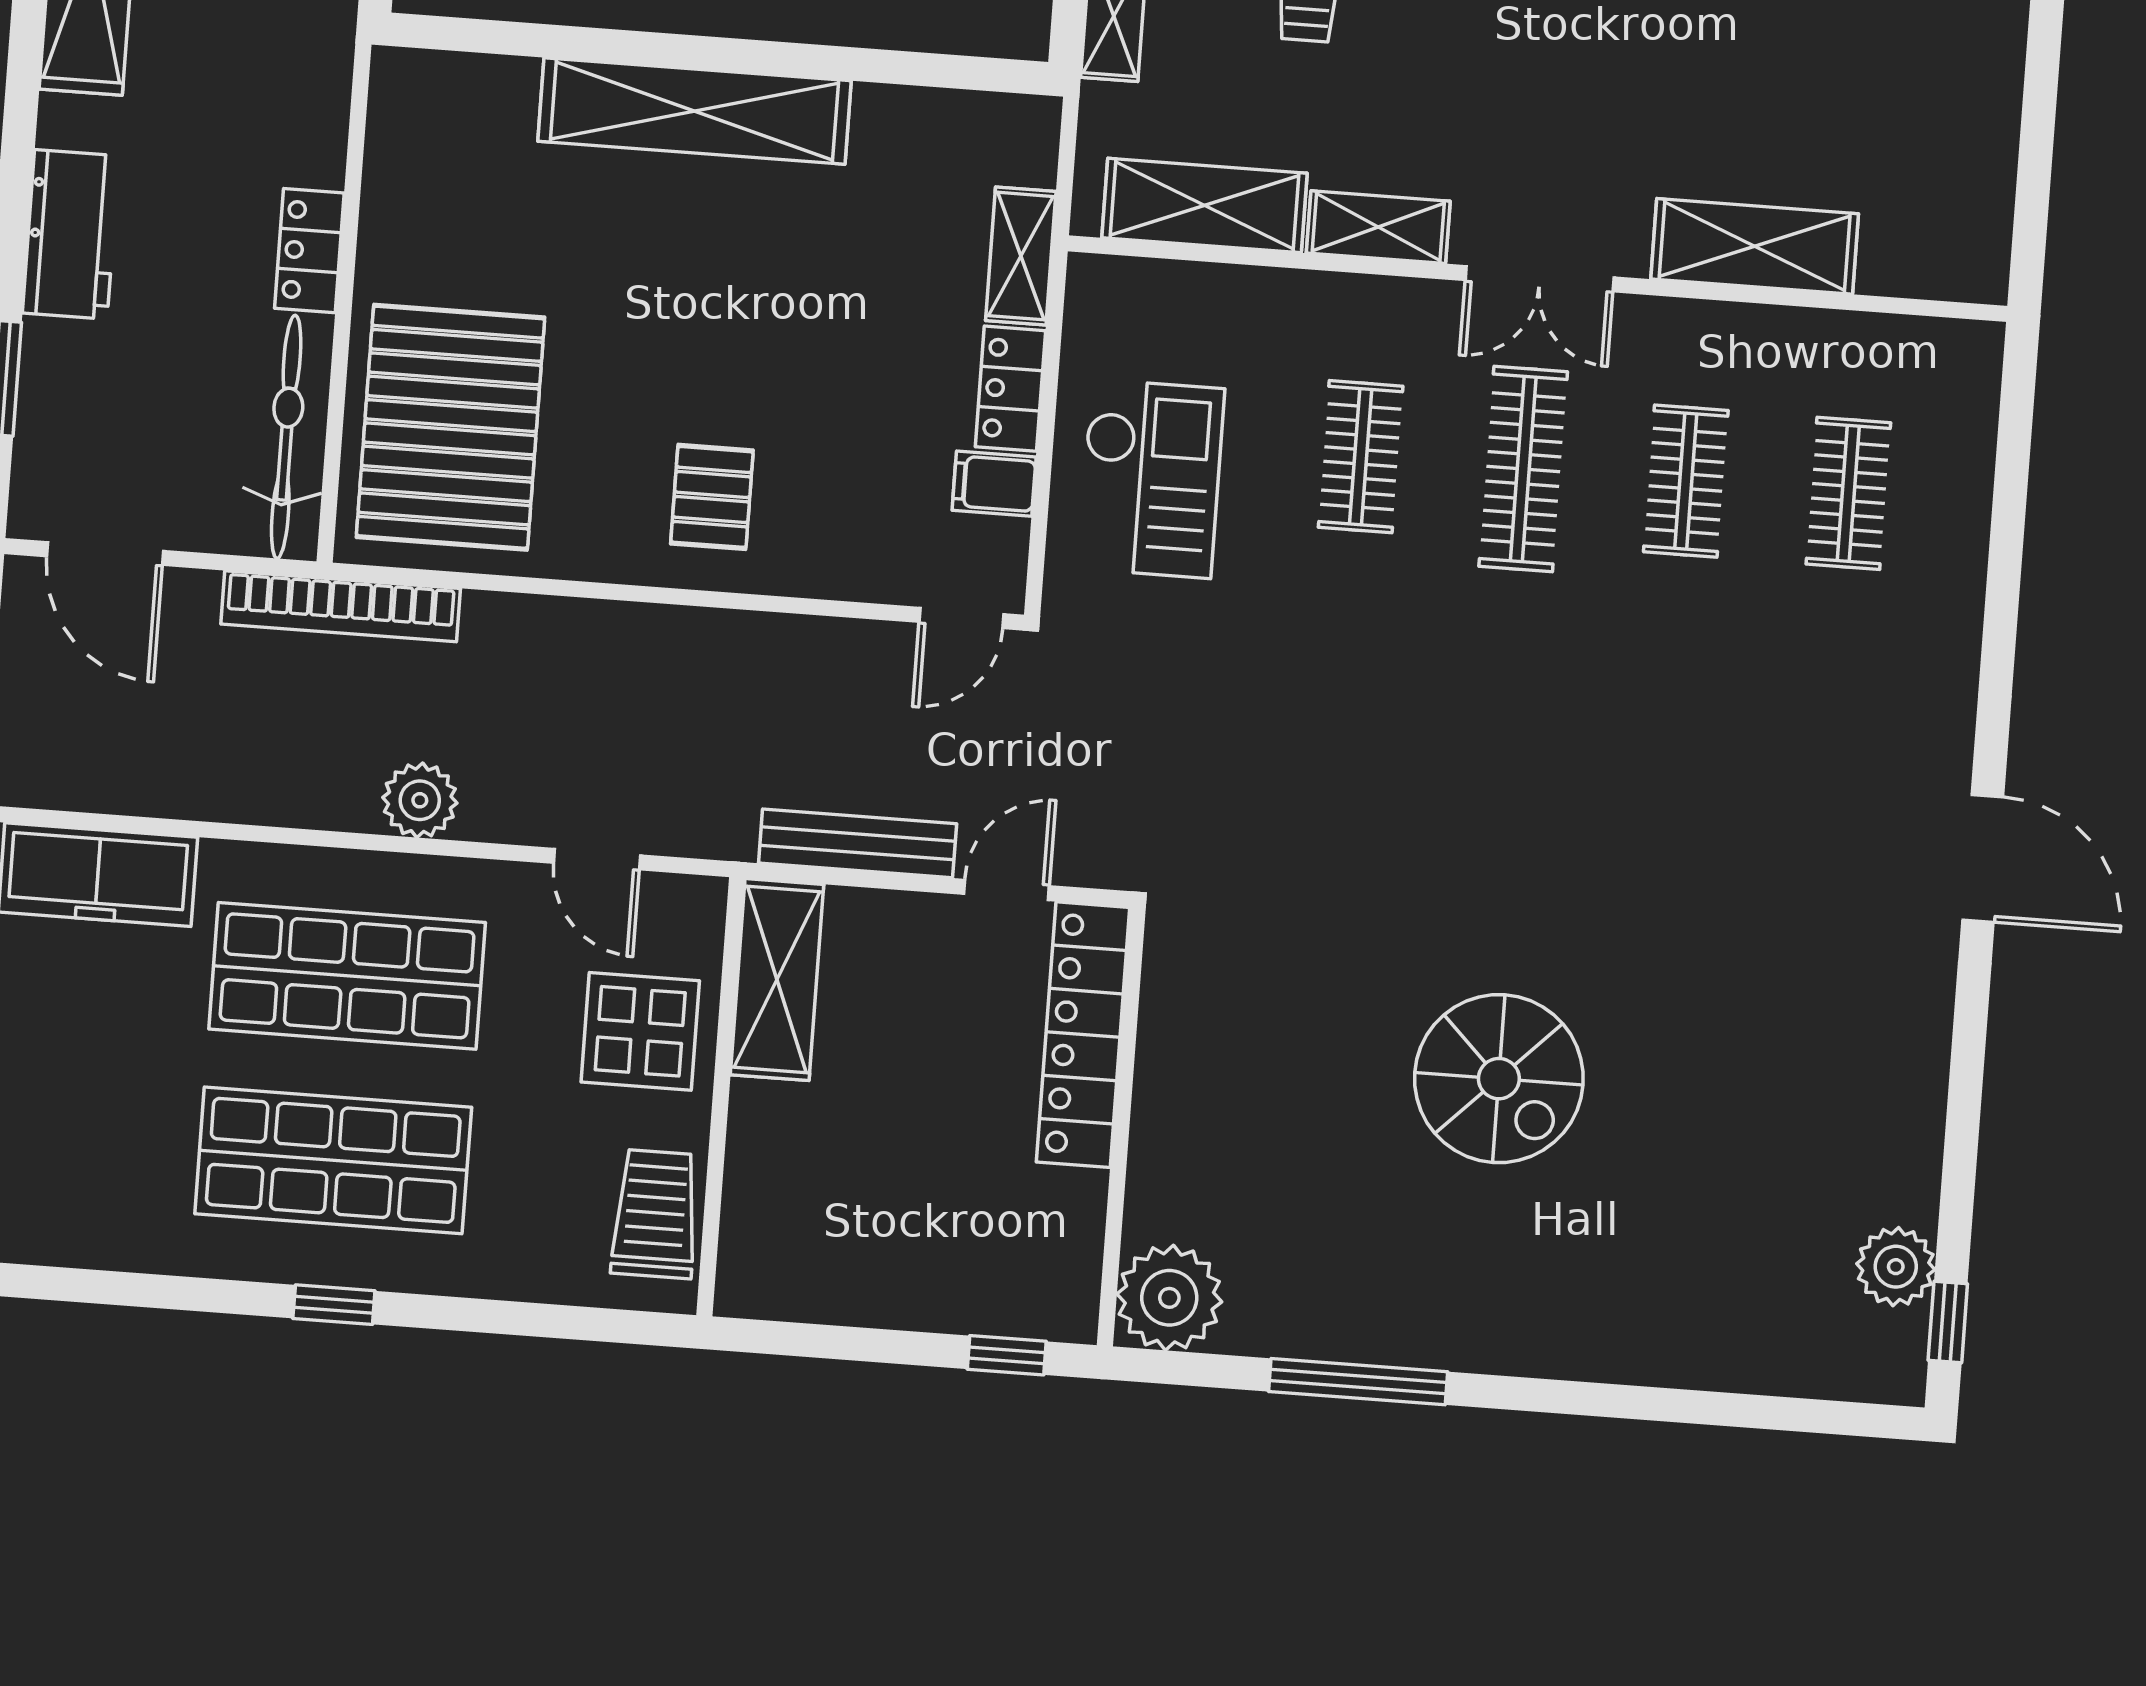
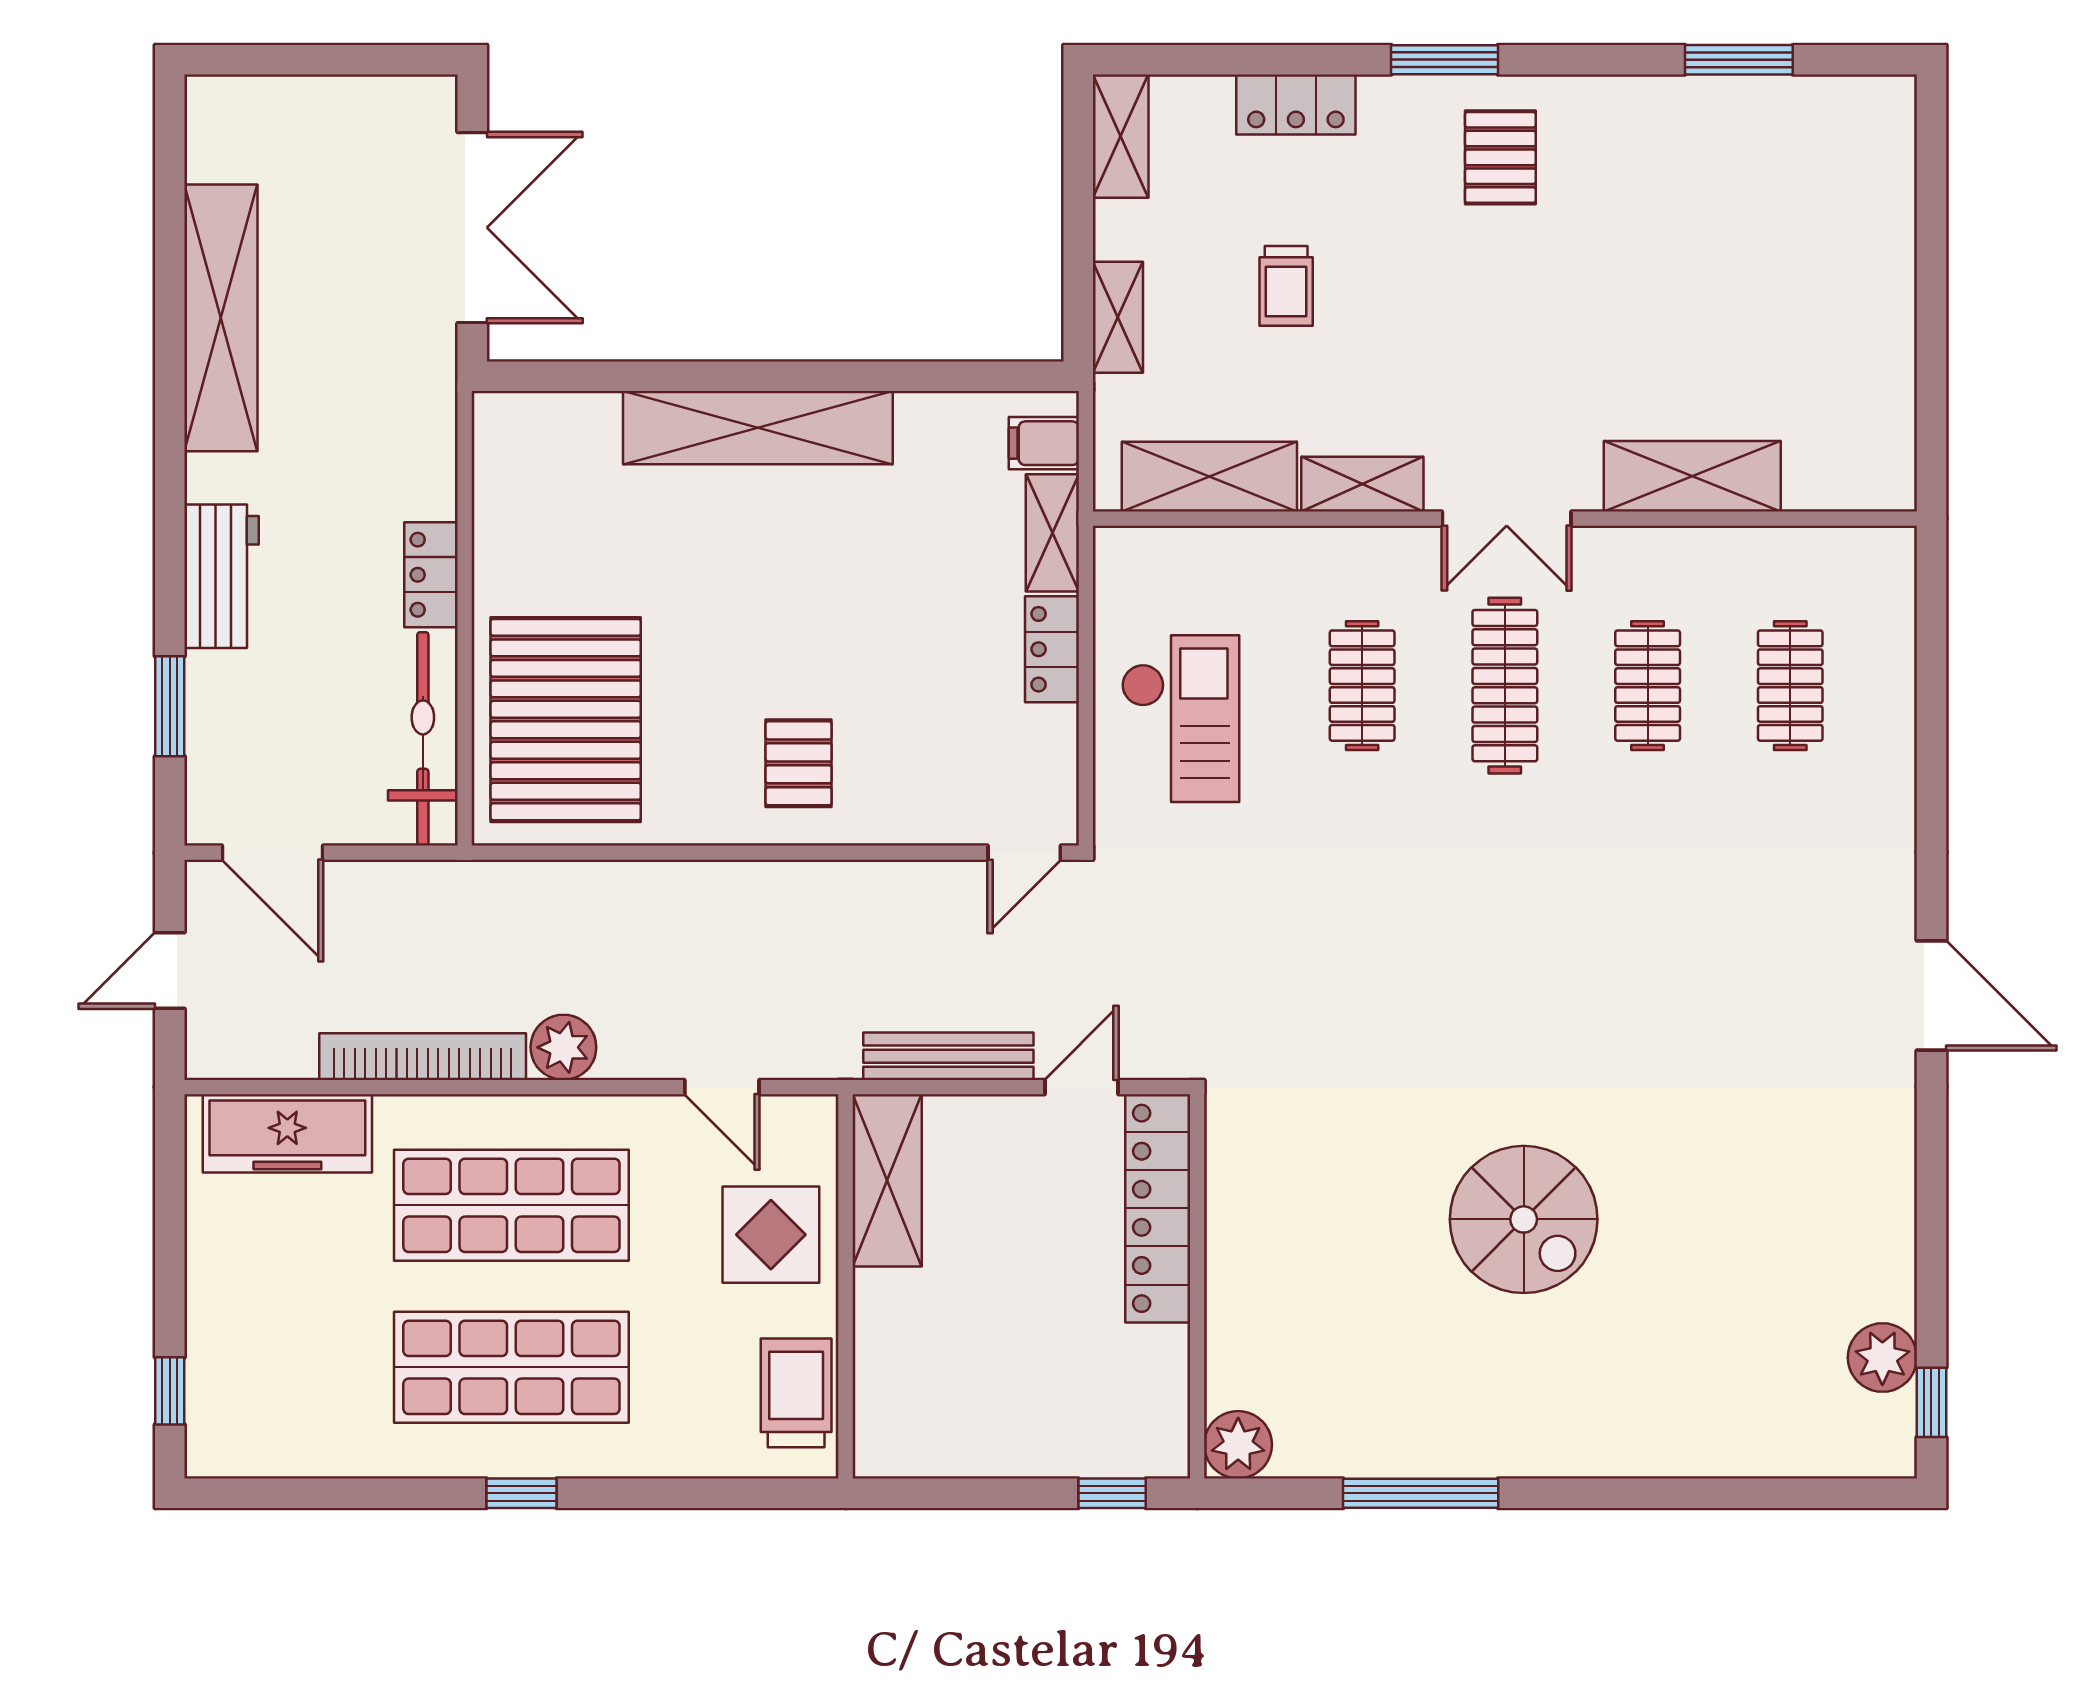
filing cabinet: (994, 484) -> (1044, 443), moved
bookcase: (341, 606) -> (423, 1057), moved, turned 180
plant: (1169, 1298) -> (1238, 1445), width x0.73, depth x0.73

